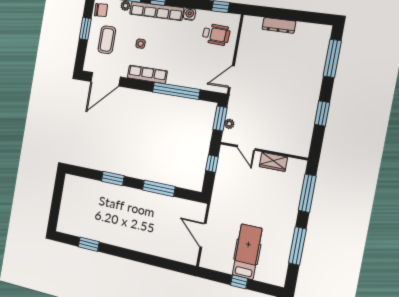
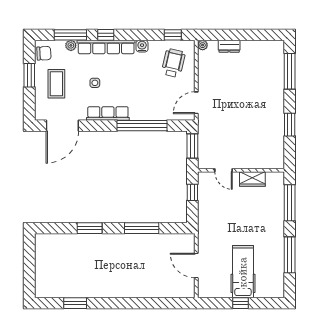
dresser: (279, 25) -> (229, 46), width x0.70
wheelchair: (216, 35) -> (173, 63), turned -80
plant: (229, 124) -> (203, 45), moved

